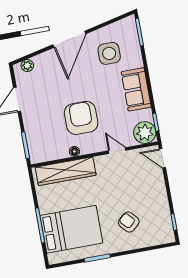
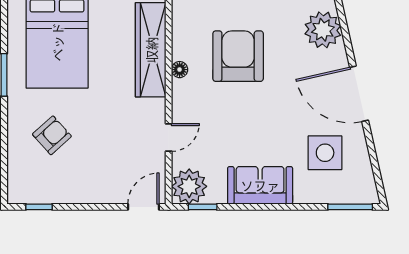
plant: (27, 66) -> (323, 30), width x1.88, depth x1.88
armchair: (81, 118) -> (238, 56), moved, turned -90

